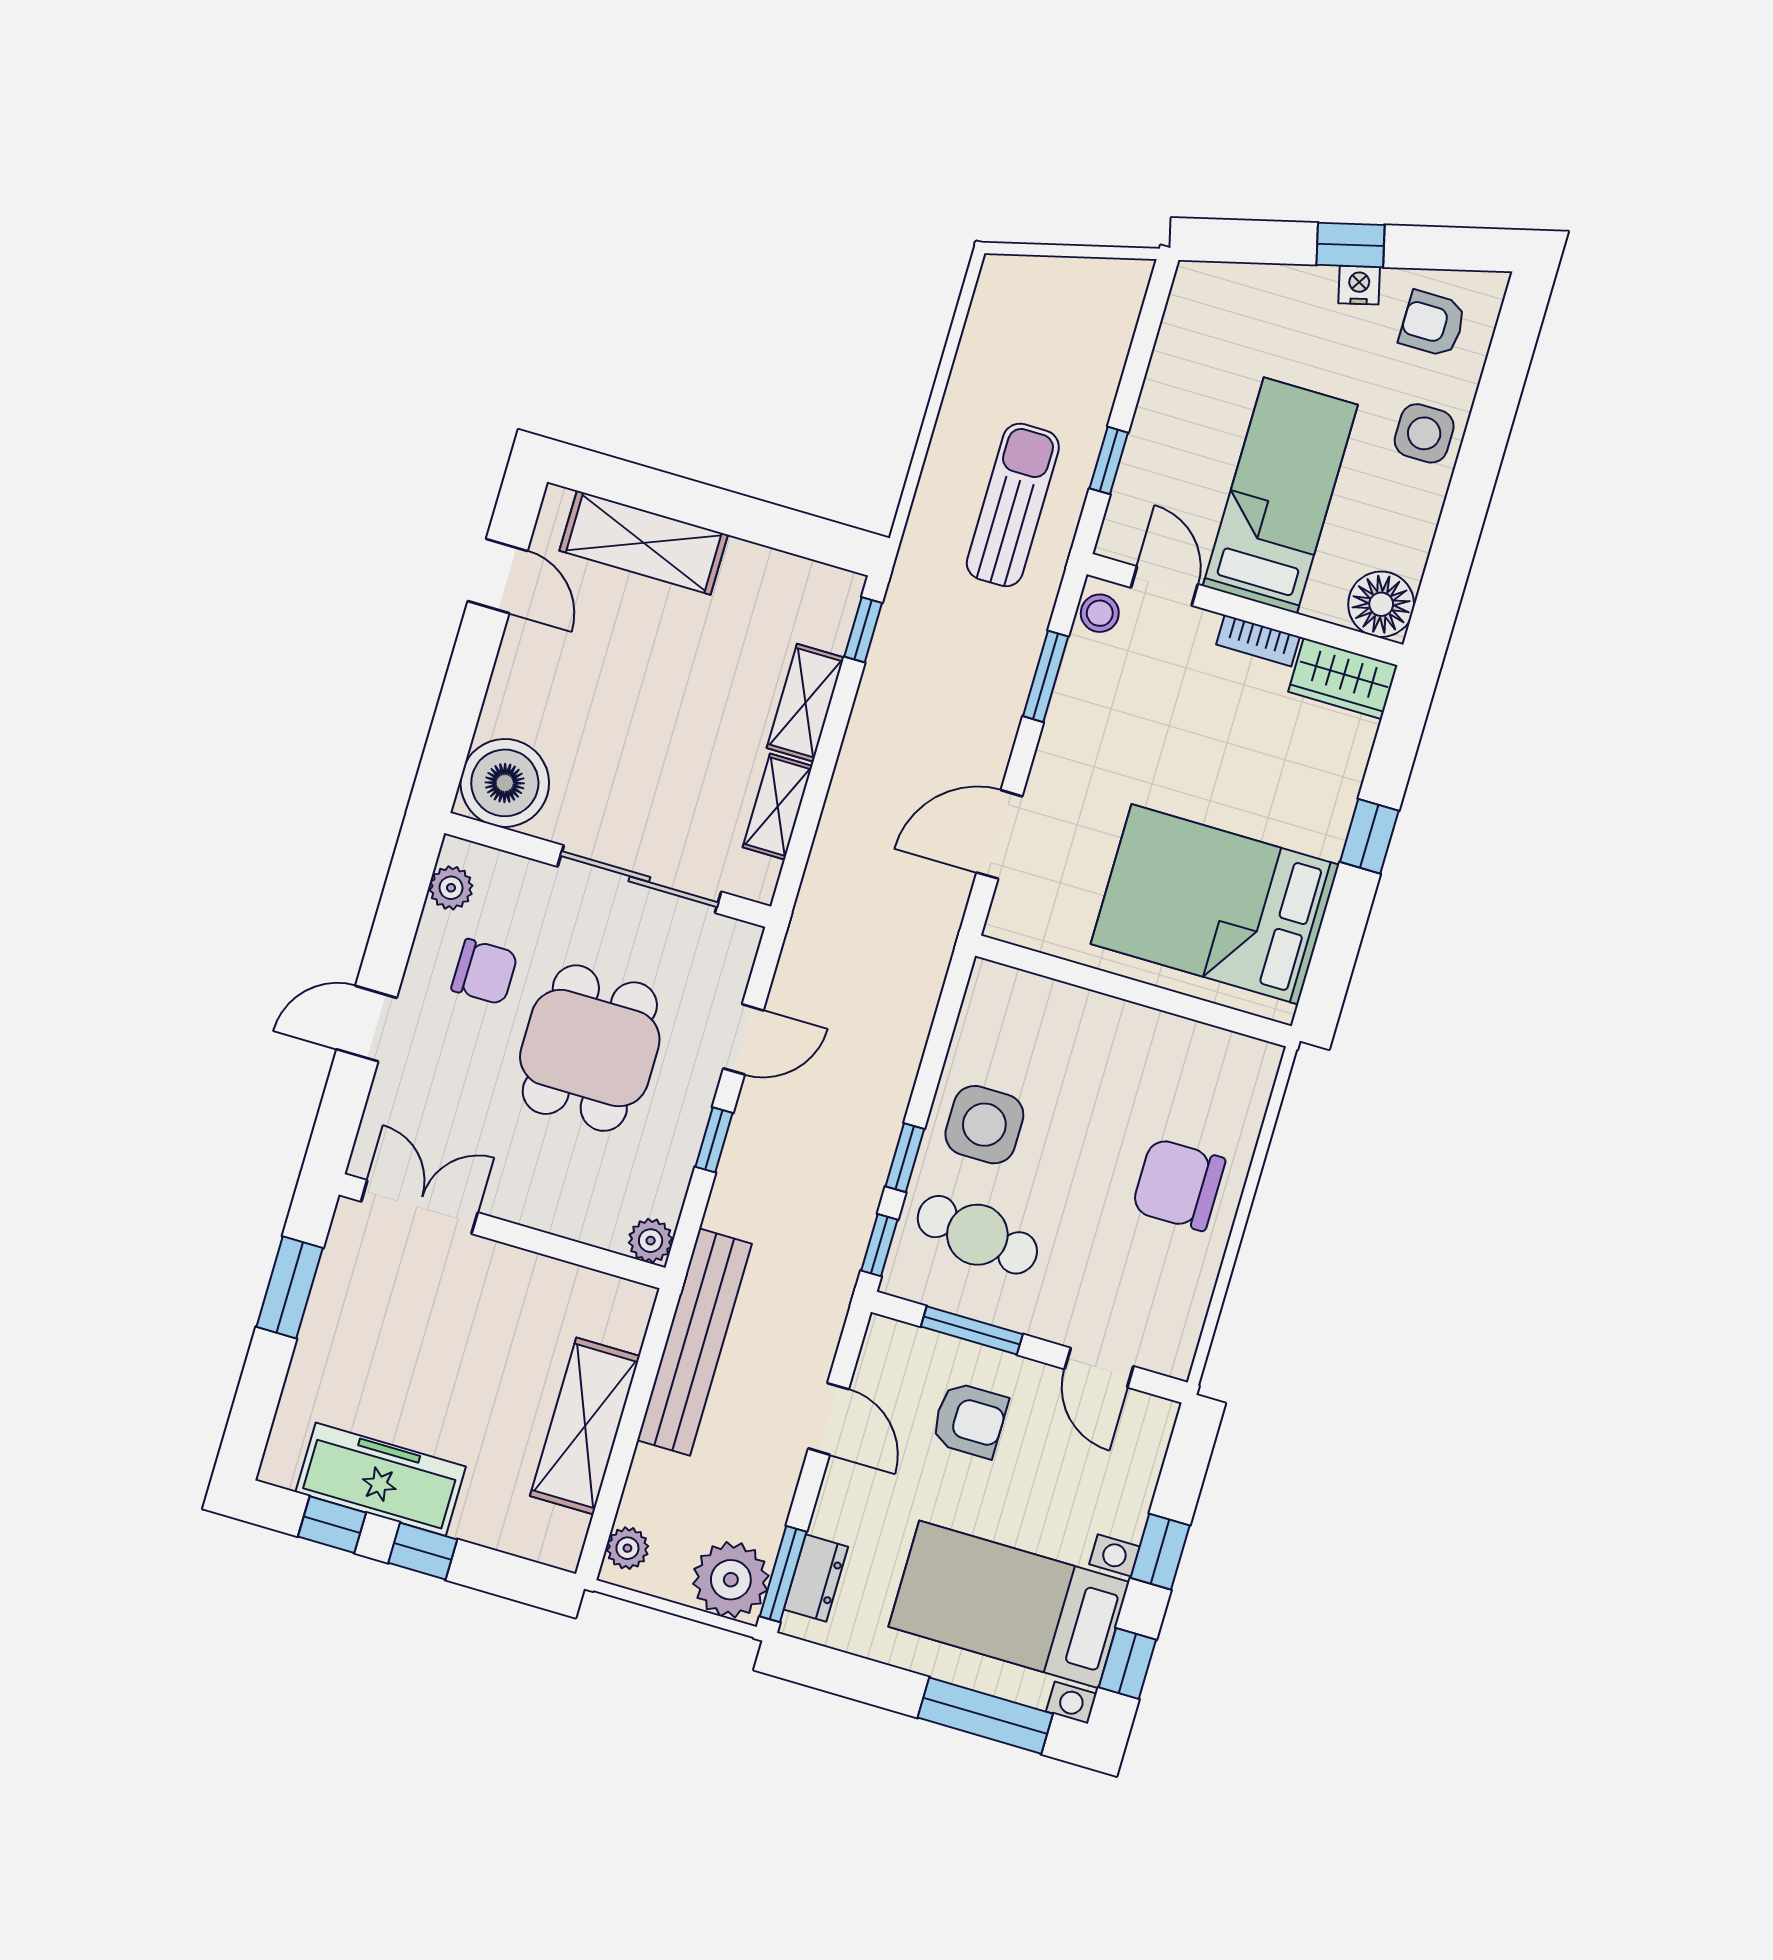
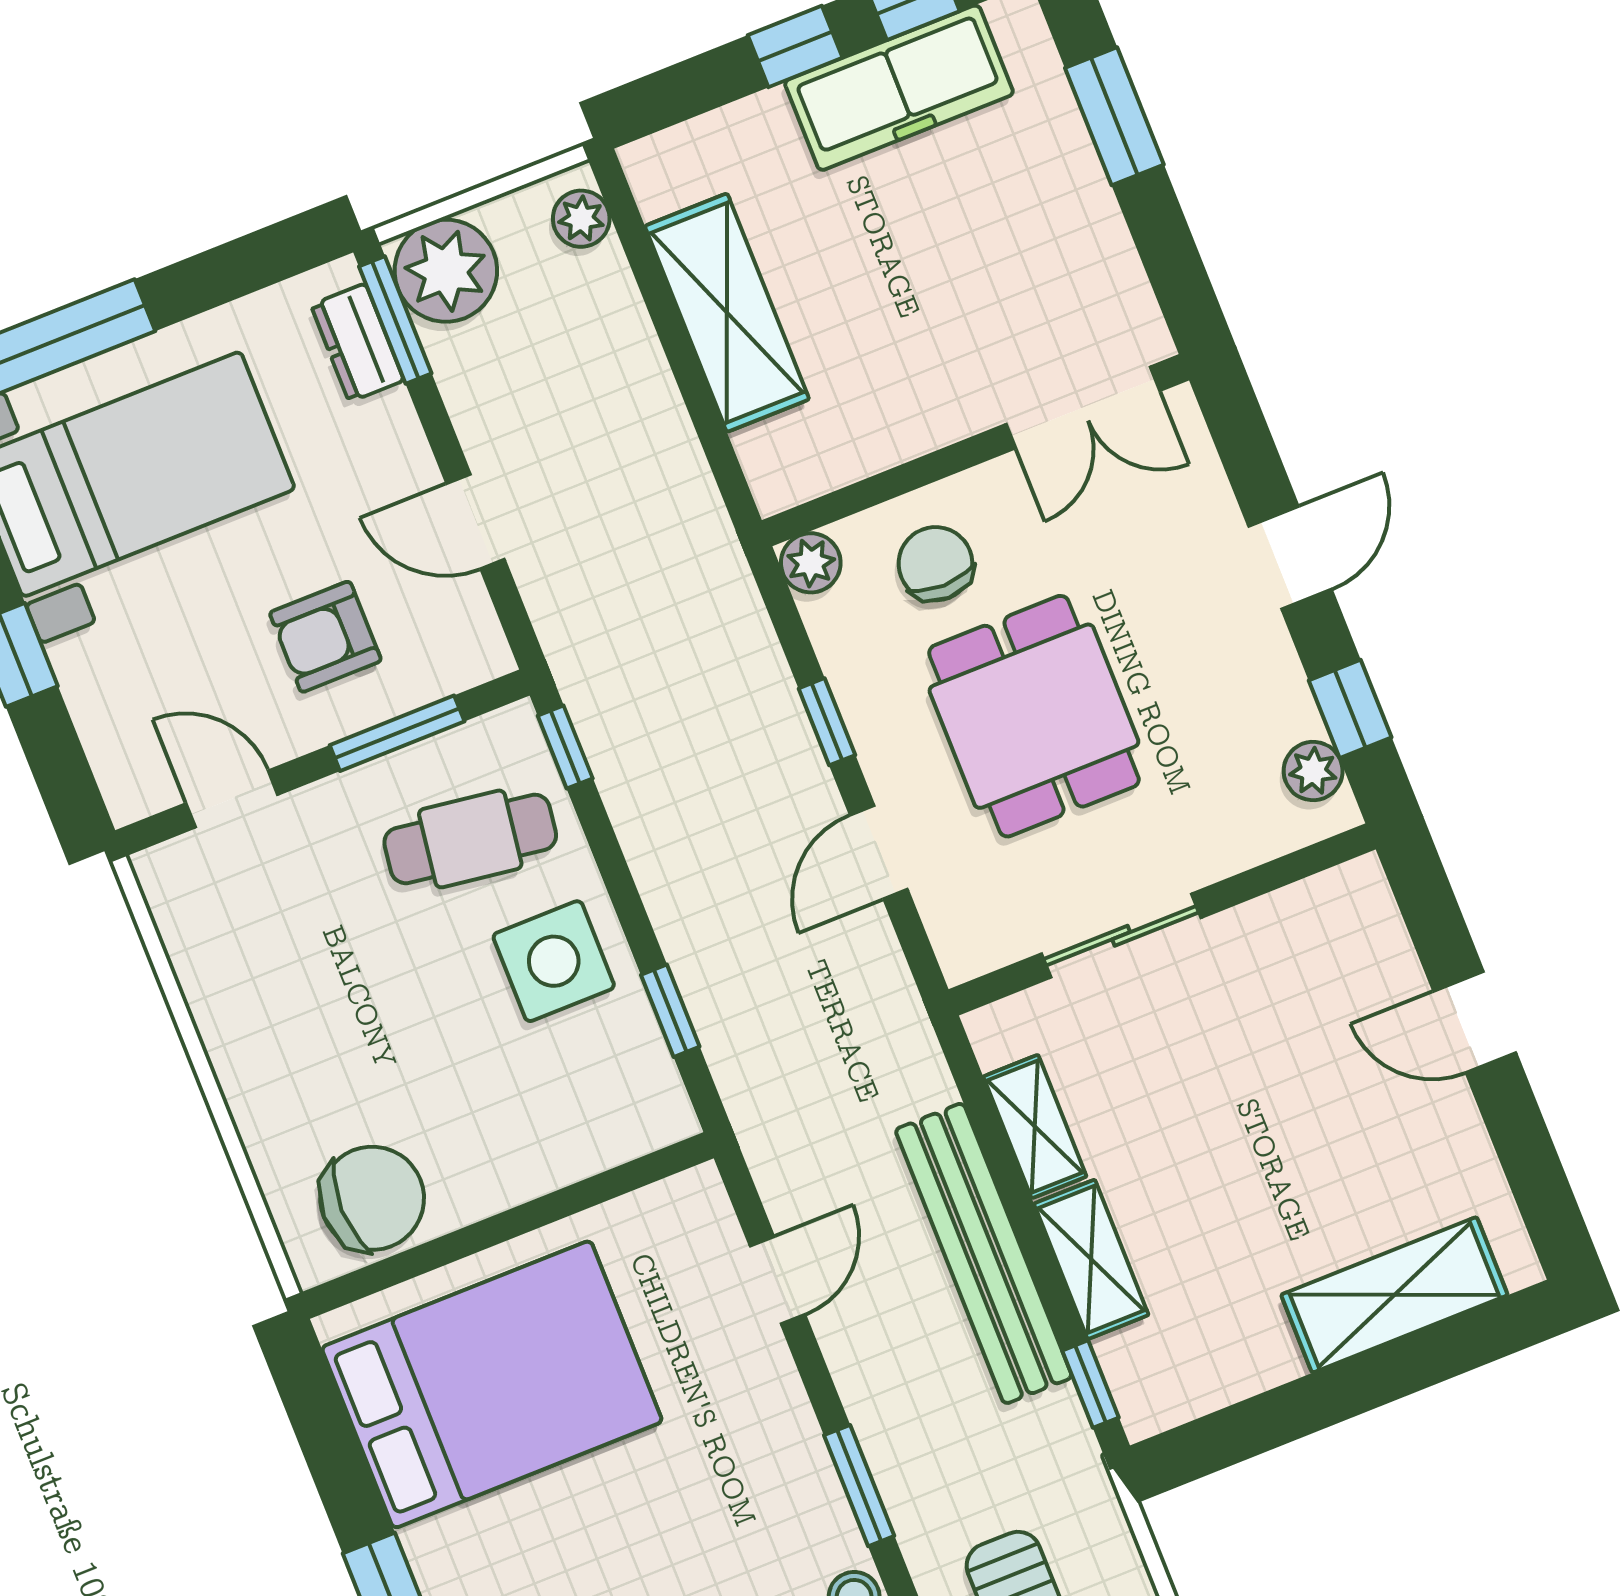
door: (498, 576) -> (1475, 1022), moved
boiler: (505, 783) -> (1343, 926), removed
door: (999, 834) -> (777, 1280), width x0.73
sliding door: (639, 879) -> (1121, 936), width x0.73
window: (401, 907) -> (1350, 709), added
chair: (485, 972) -> (935, 564), moved, turned 90
window: (905, 1158) -> (670, 1011), moved
chair: (1179, 1185) -> (372, 1198), moved
window: (290, 1287) -> (1114, 116), moved
bench: (694, 1342) -> (984, 1253), moved

